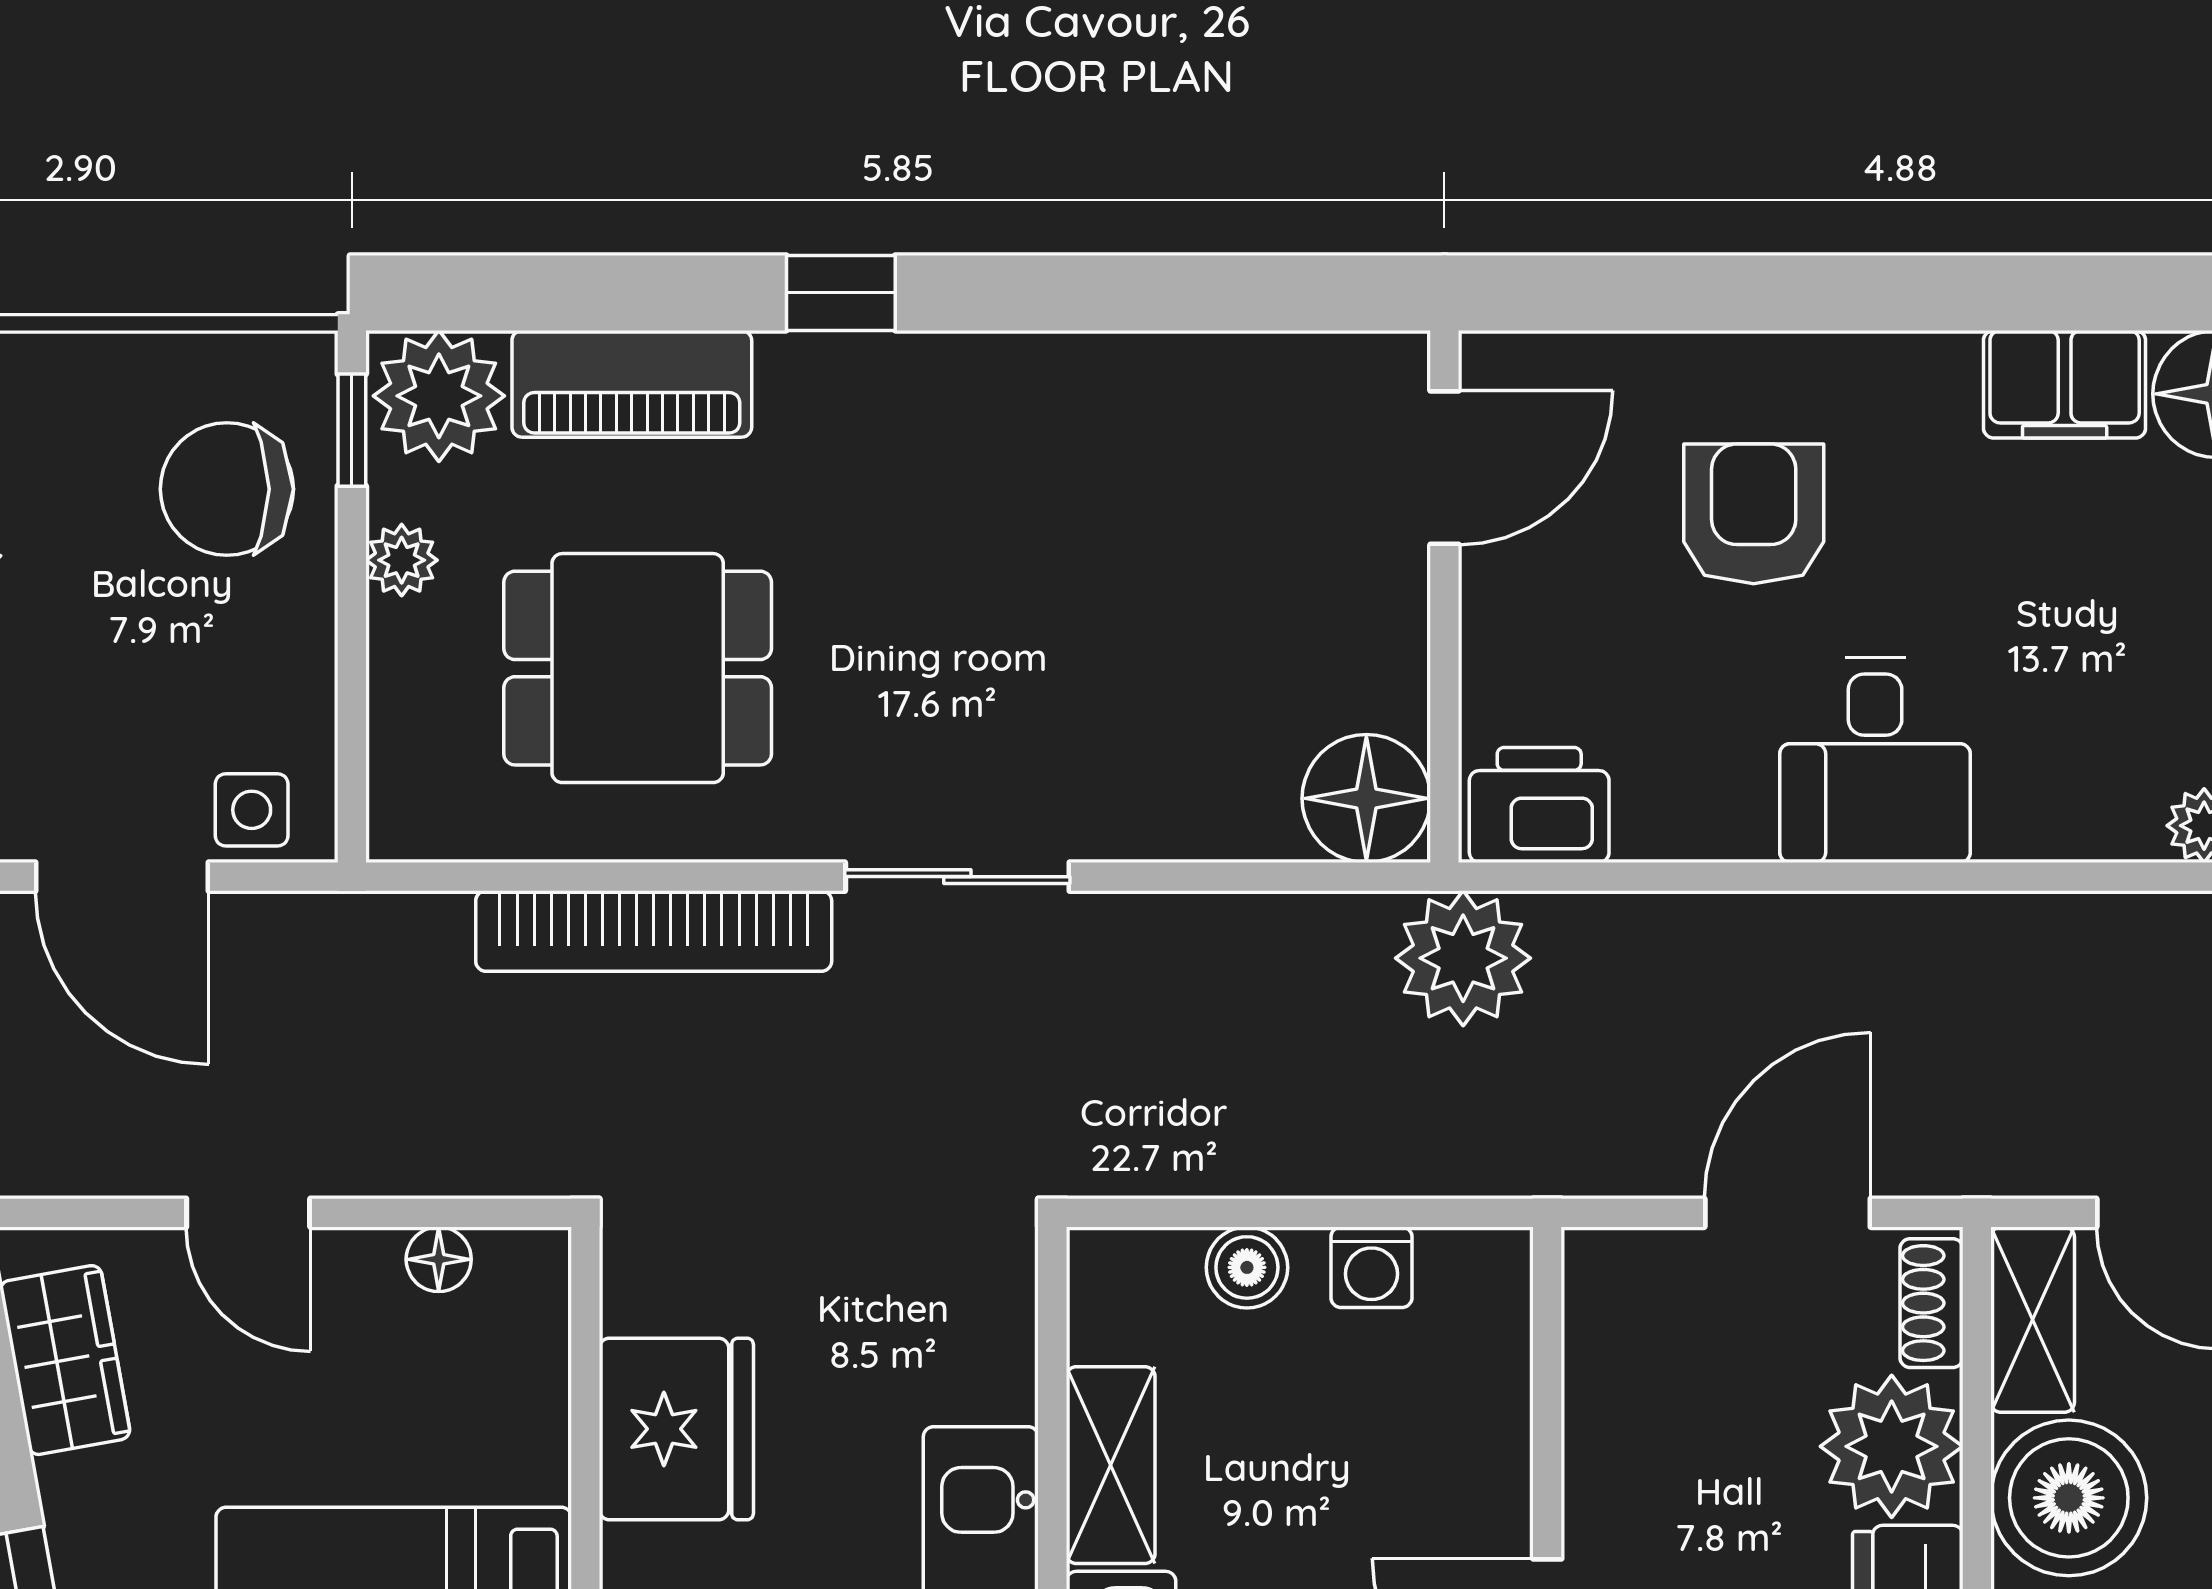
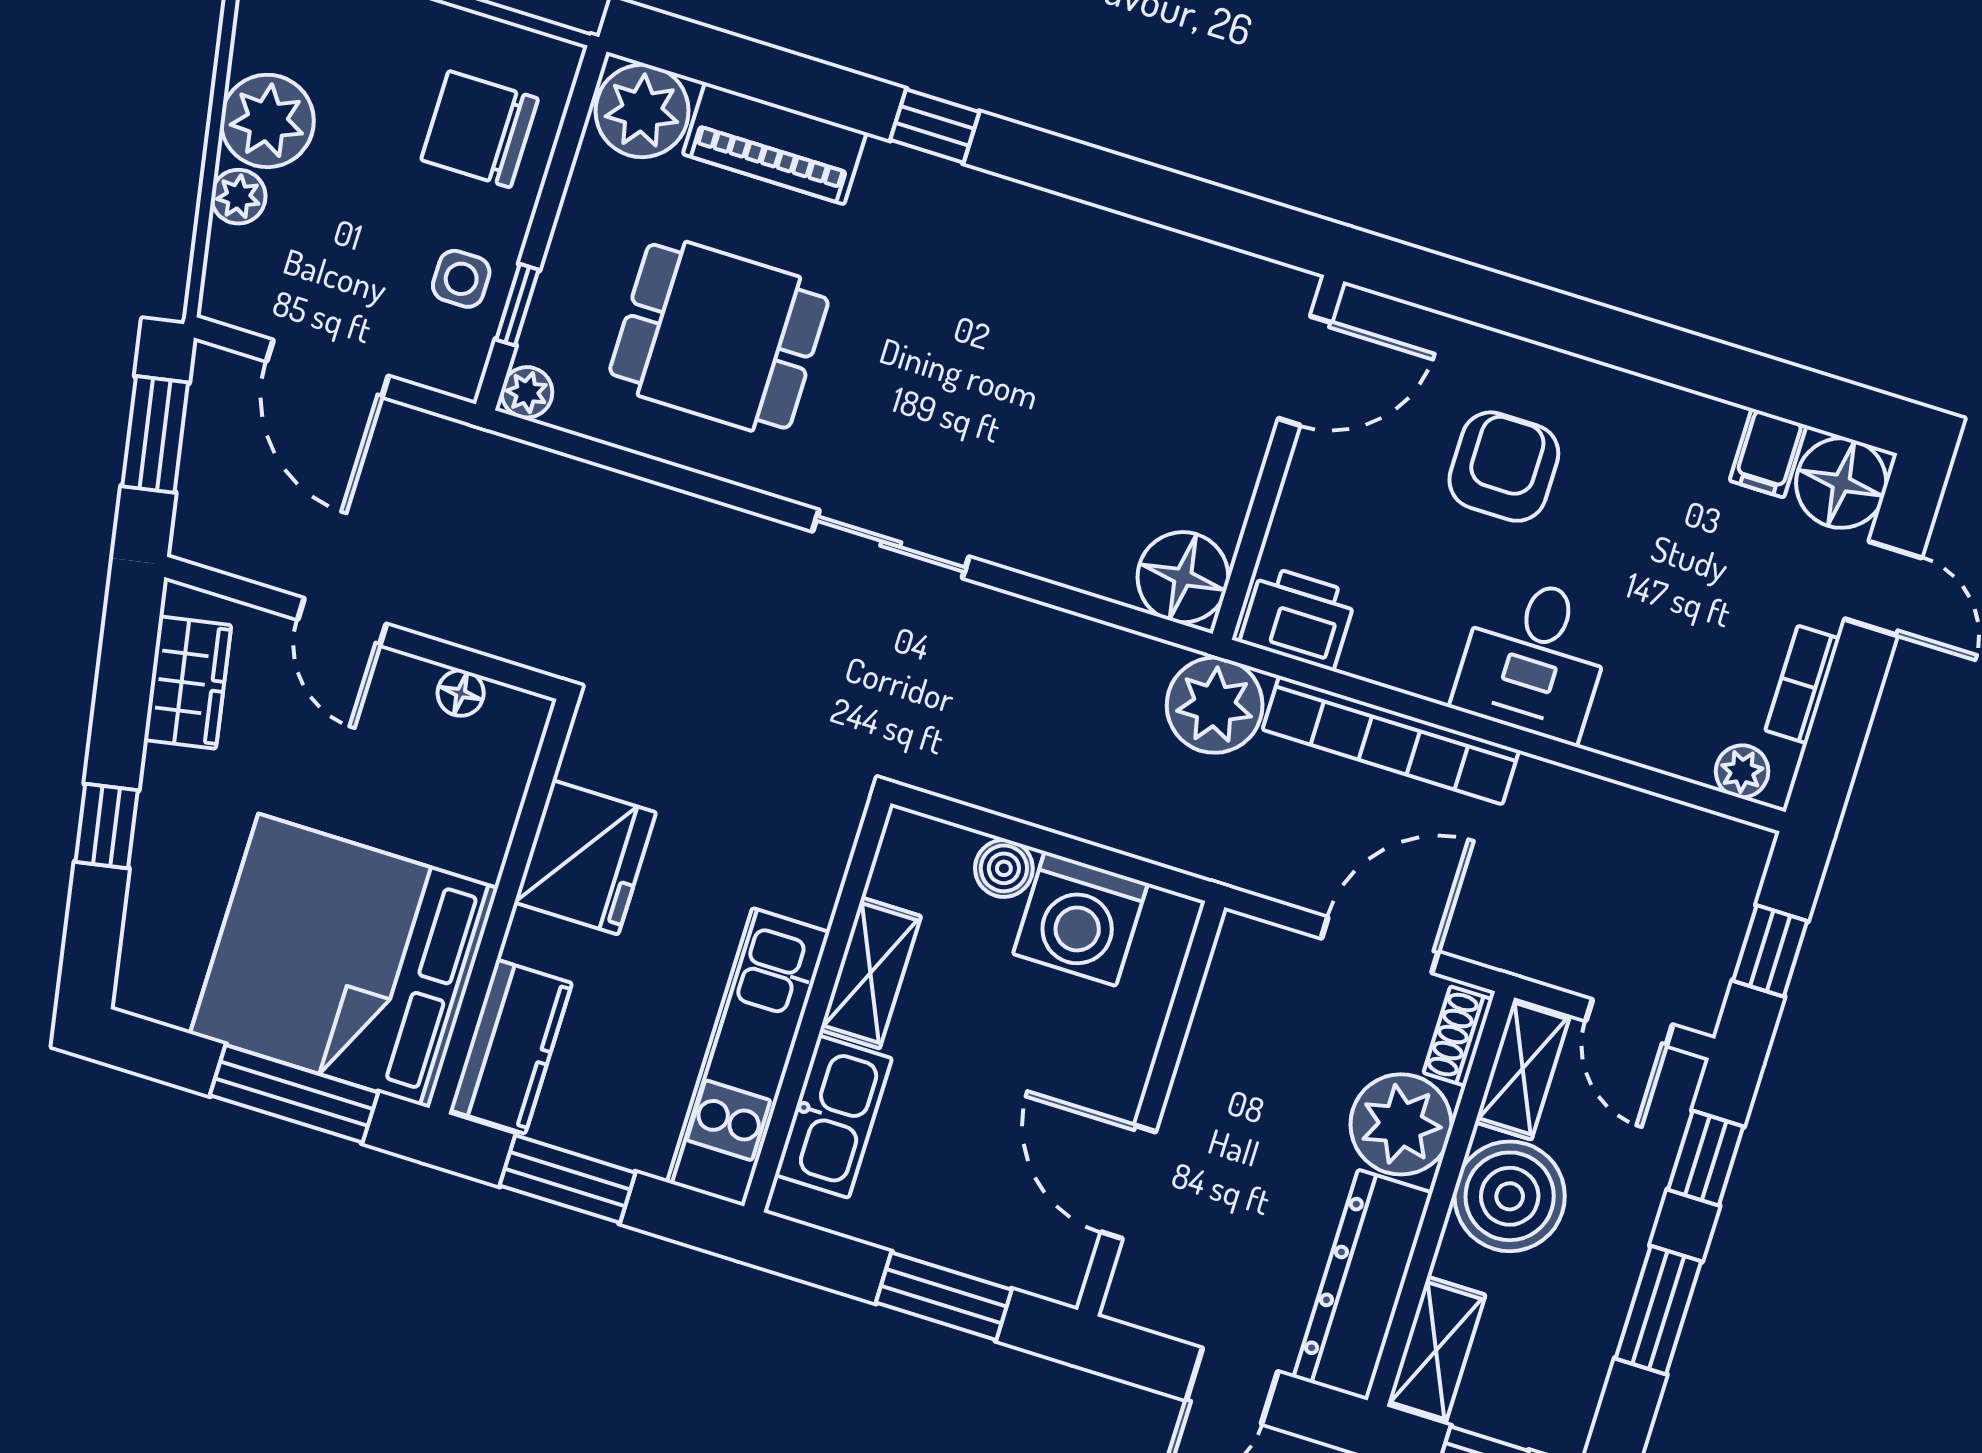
filing cabinet: (2065, 384) -> (1768, 453), width x0.50
window: (352, 430) -> (517, 305), moved
plant: (402, 560) -> (527, 392), moved
side table: (252, 810) -> (461, 279), moved
bookcase: (654, 931) -> (1391, 740), moved
washing machine: (1371, 1267) -> (1080, 919), width x1.89, depth x1.89

